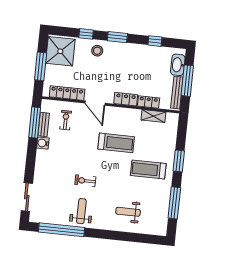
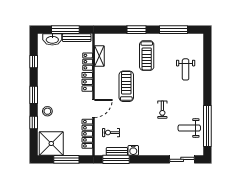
weight bench: (81, 211) -> (189, 128), moved

